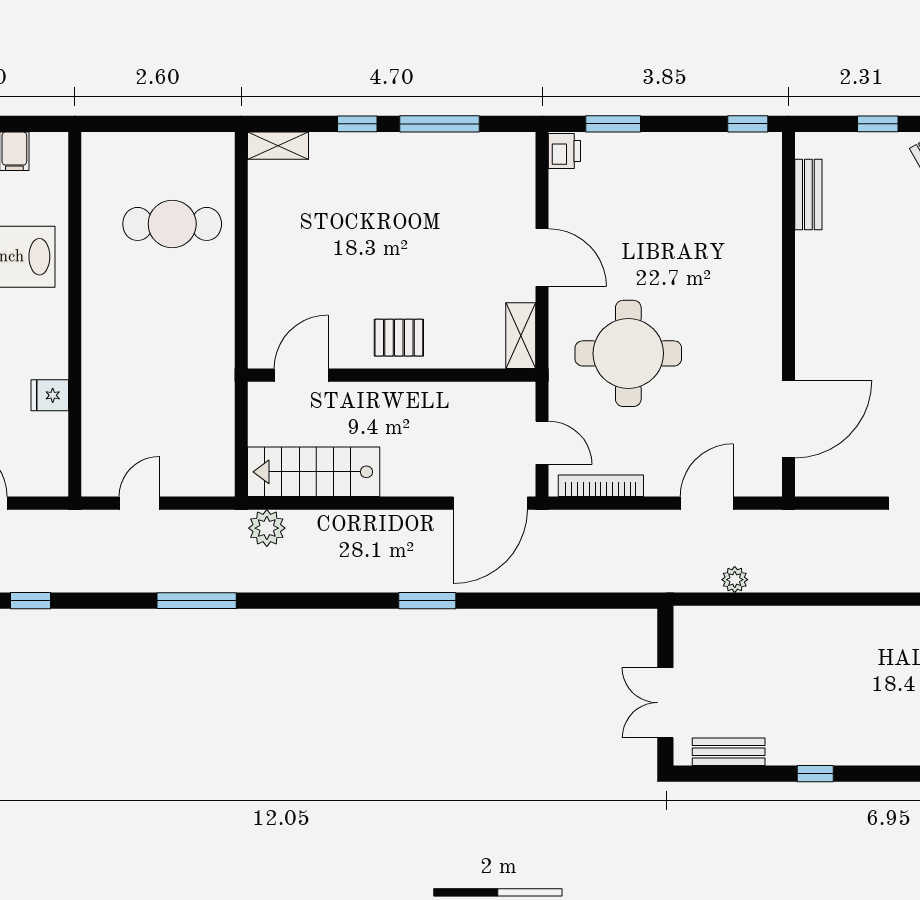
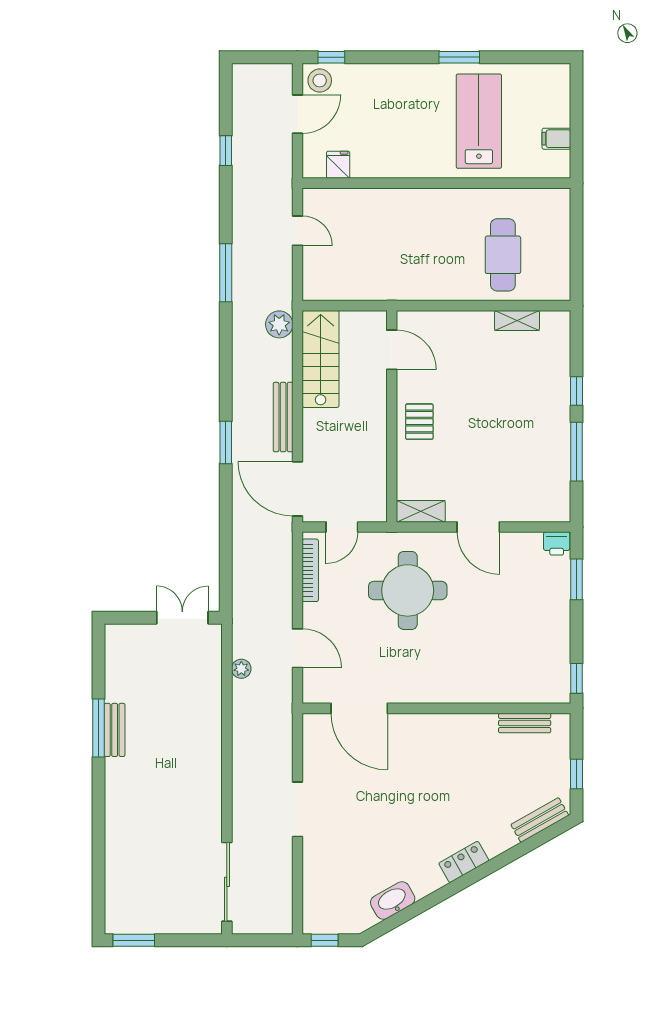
shelving: (278, 146) -> (517, 320), moved, turned 90
door: (542, 258) -> (478, 527), hinge flipped
fridge: (50, 395) -> (338, 165), moved
bench: (393, 523) -> (283, 417), added
double door: (665, 703) -> (182, 618), moved
bench: (729, 752) -> (115, 730), moved
window: (815, 774) -> (99, 728), width x2.17

